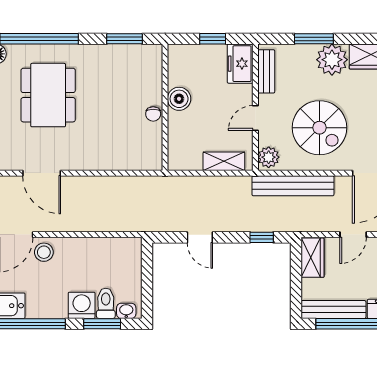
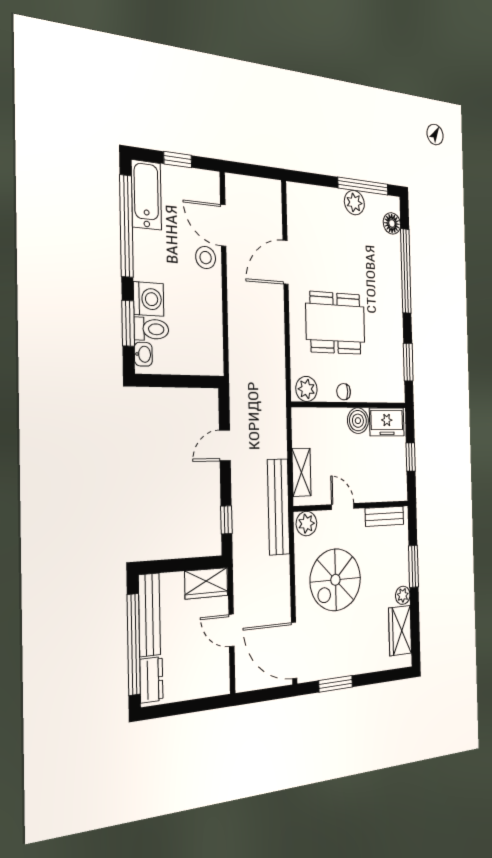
plant: (332, 60) -> (403, 595), width x0.53, depth x0.53
freezer: (240, 64) -> (387, 422), moved, turned 180
dining table: (48, 95) -> (335, 323), moved
plant: (151, 154) -> (306, 389), added
bench: (293, 186) -> (279, 507), moved

